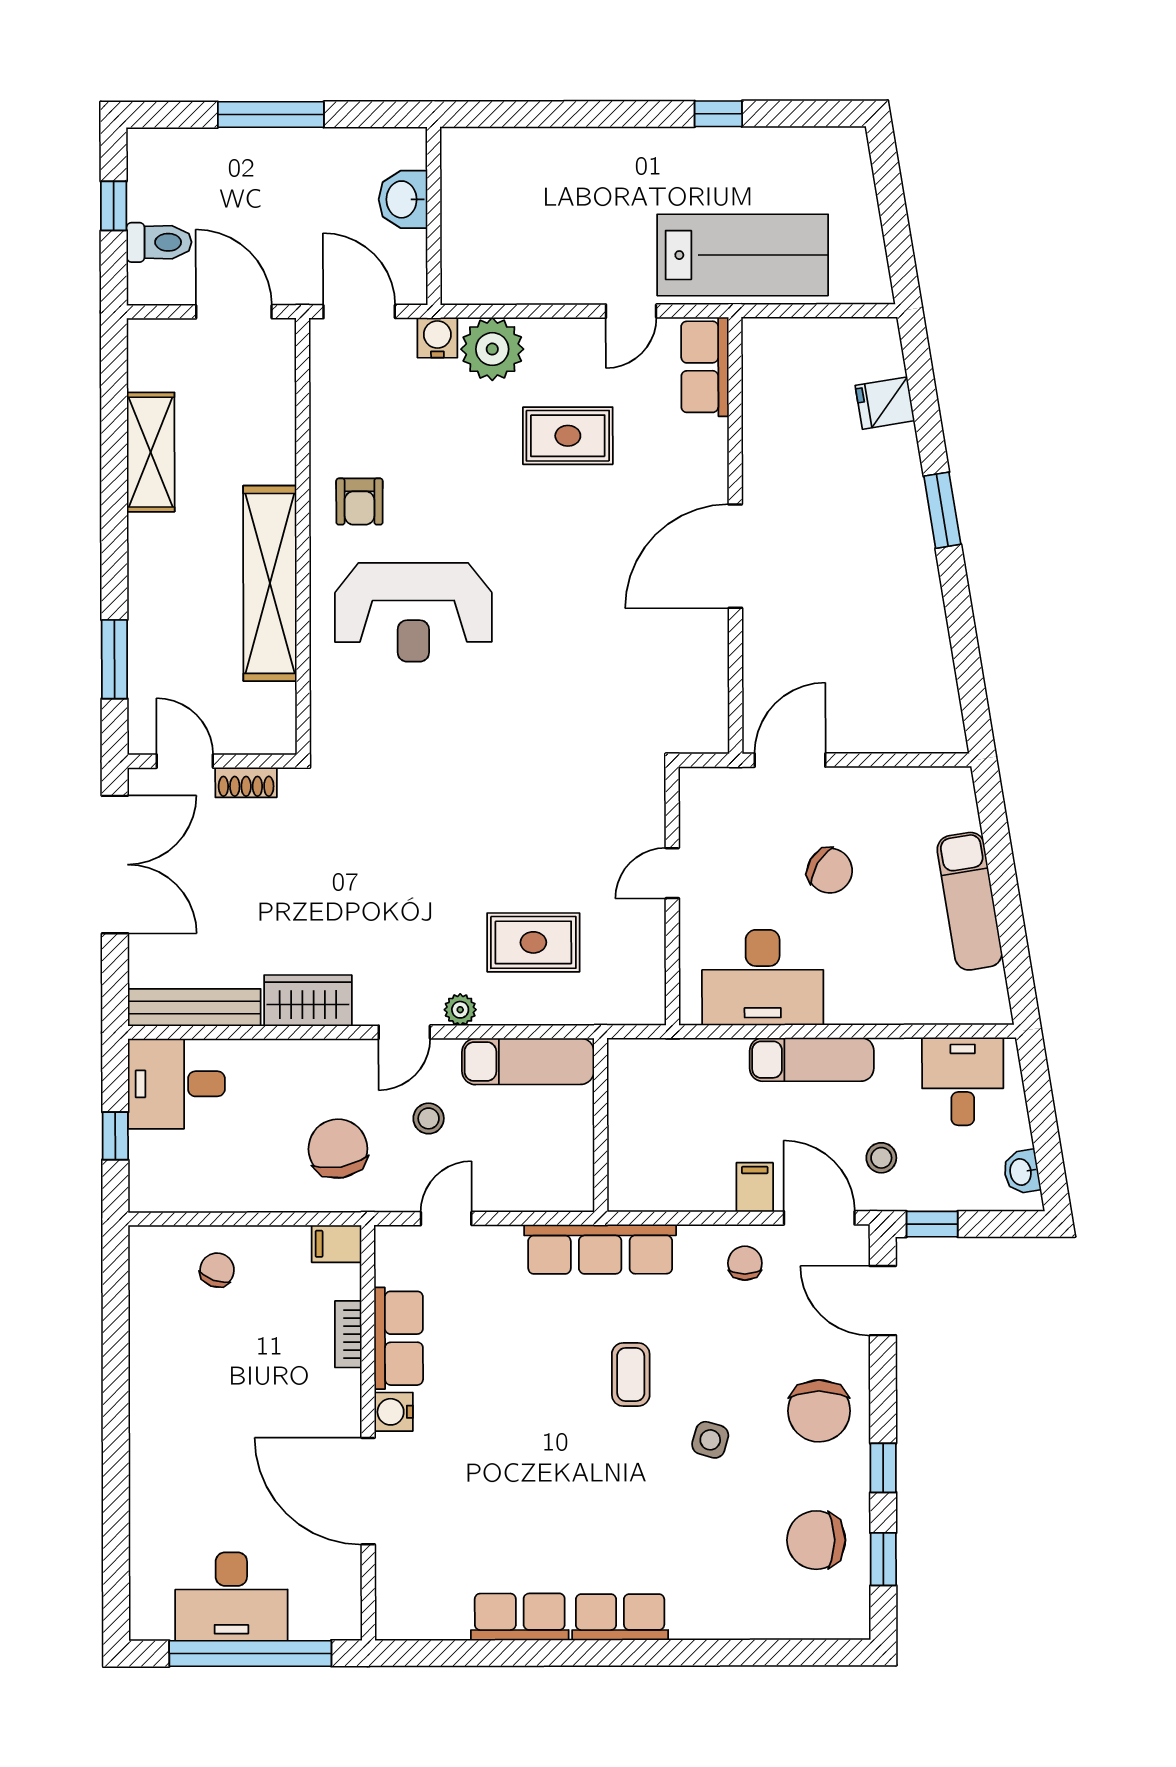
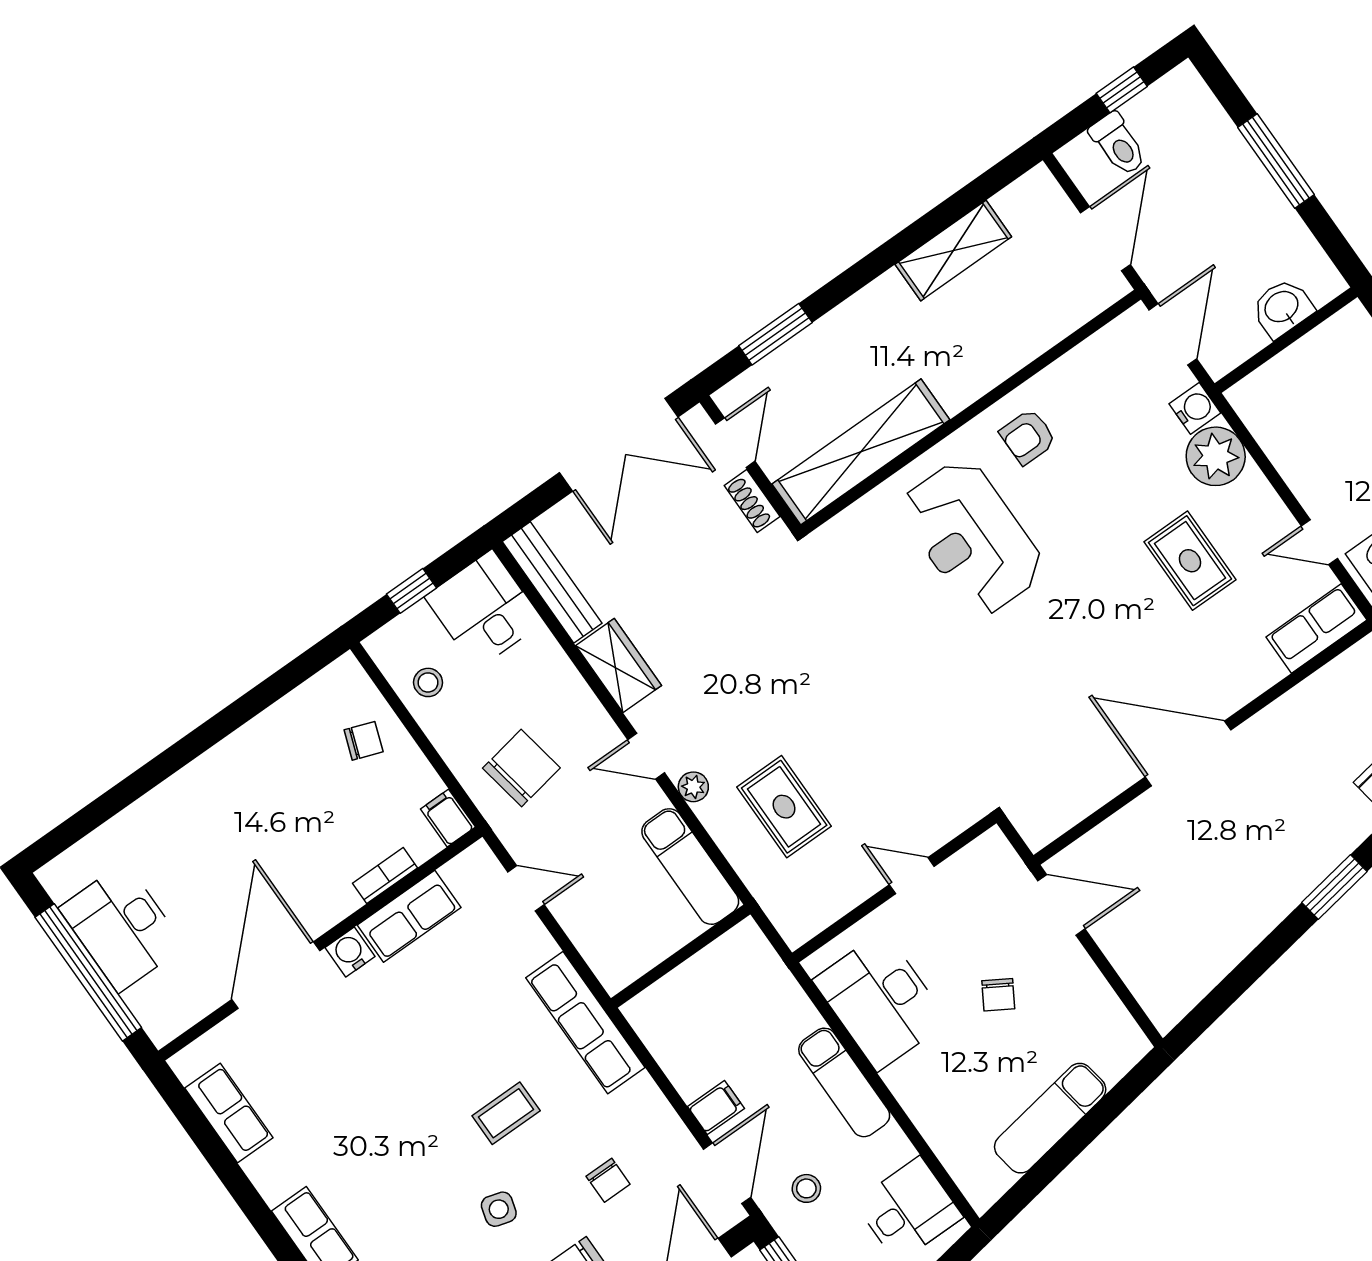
shelving: (270, 583) -> (861, 452), moved
chair: (830, 871) -> (998, 995), width x0.73, depth x0.73
stool: (429, 1118) -> (428, 682), moved
chair: (745, 1263) -> (608, 1180), moved, turned 90
row of seats: (520, 1617) -> (229, 1113), moved

